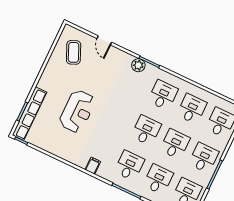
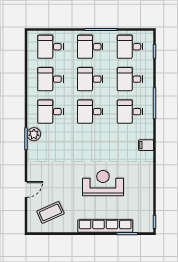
plant: (138, 65) -> (34, 134), moved
row of seats: (30, 114) -> (105, 226), moved

